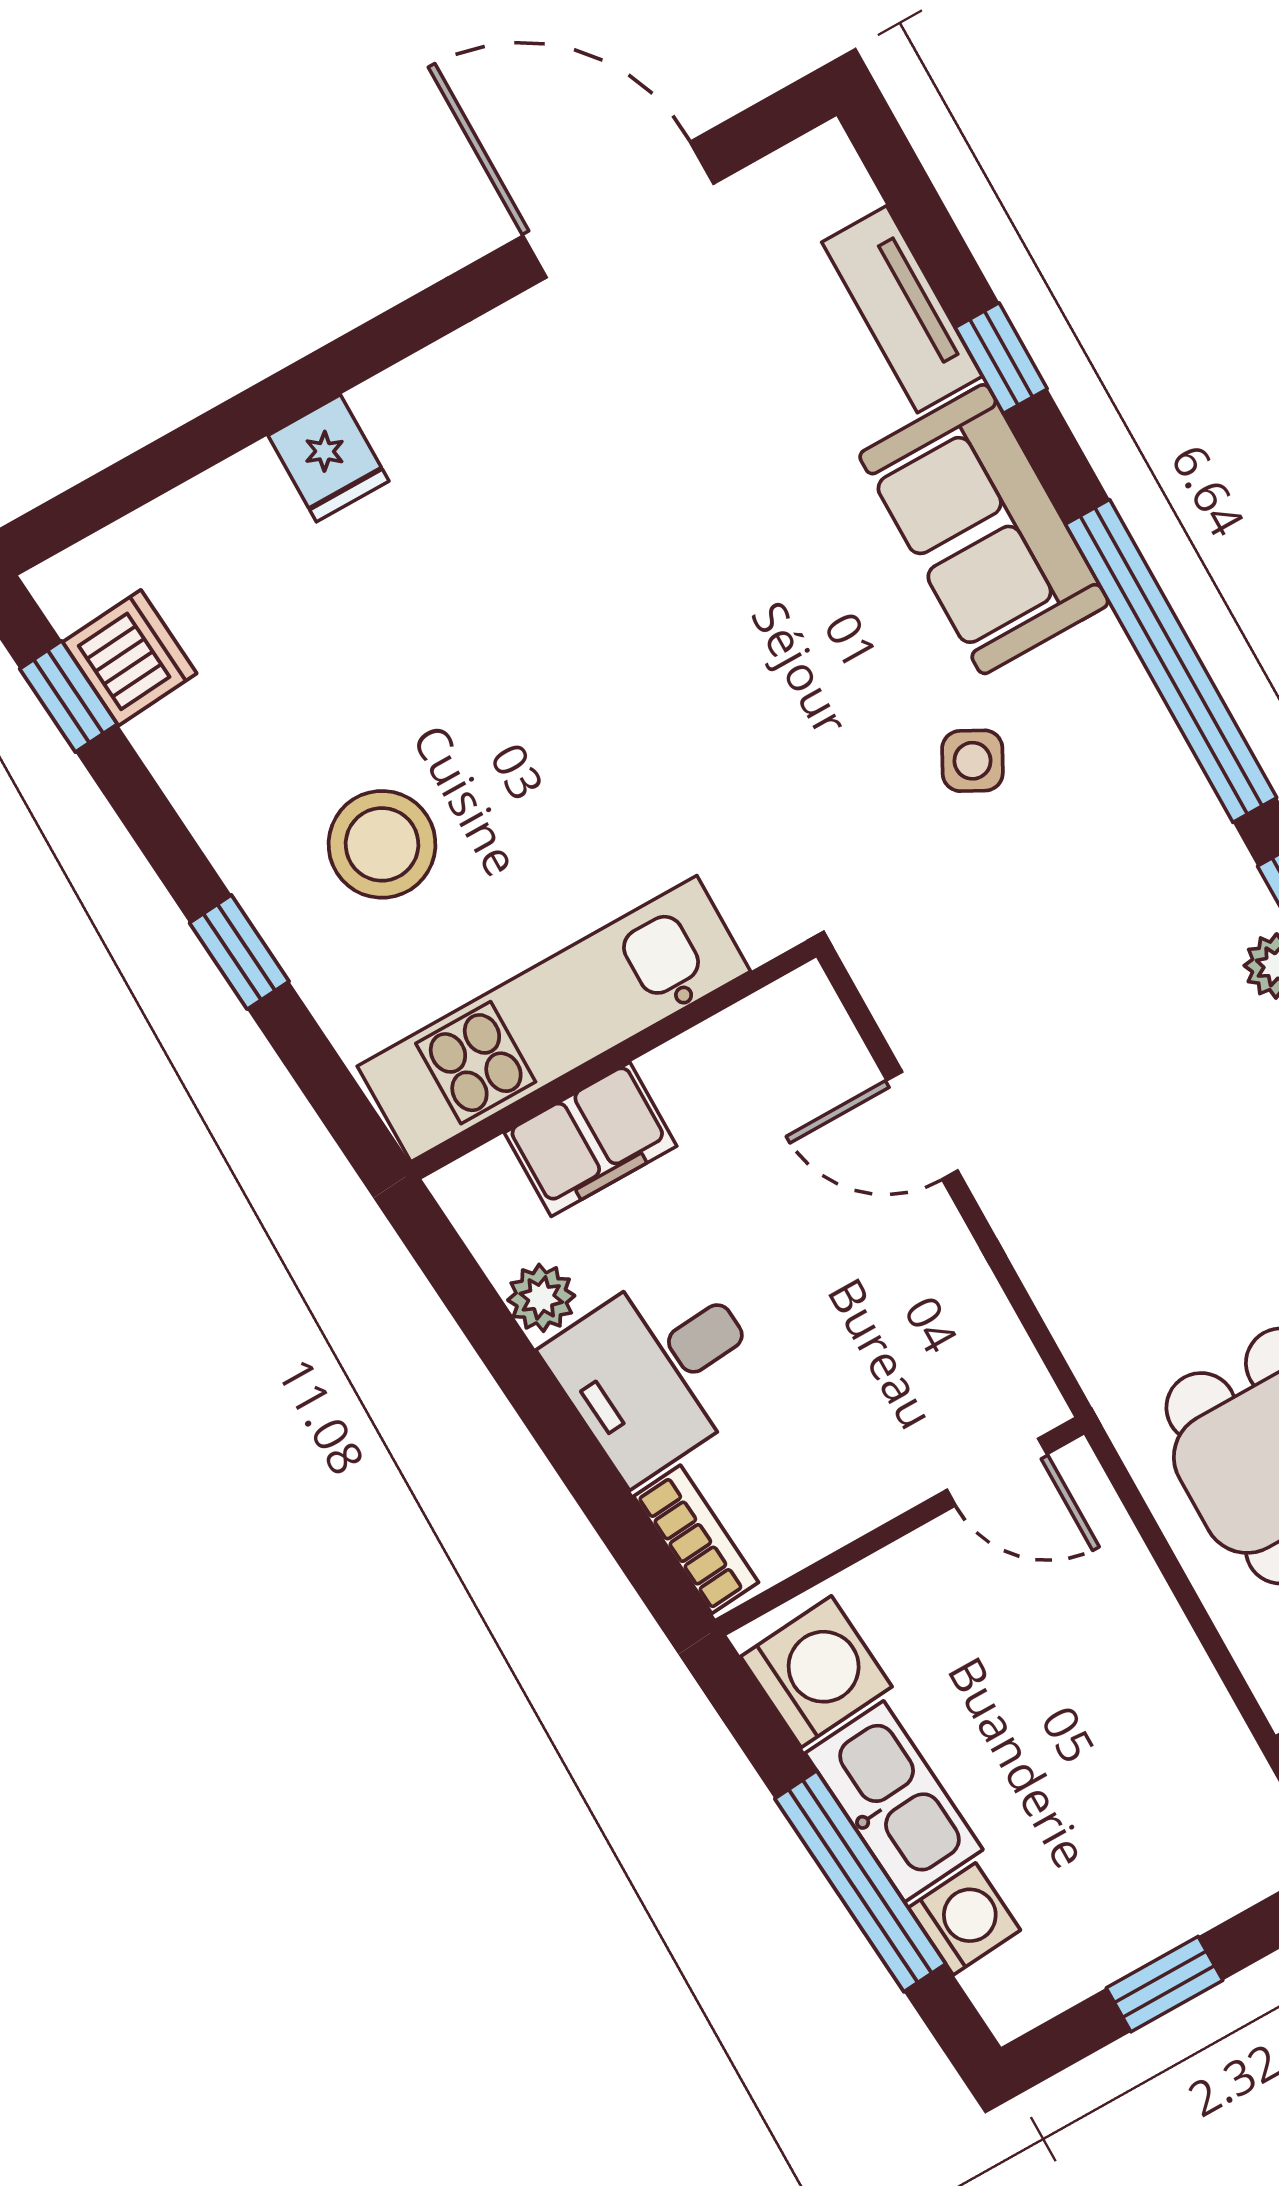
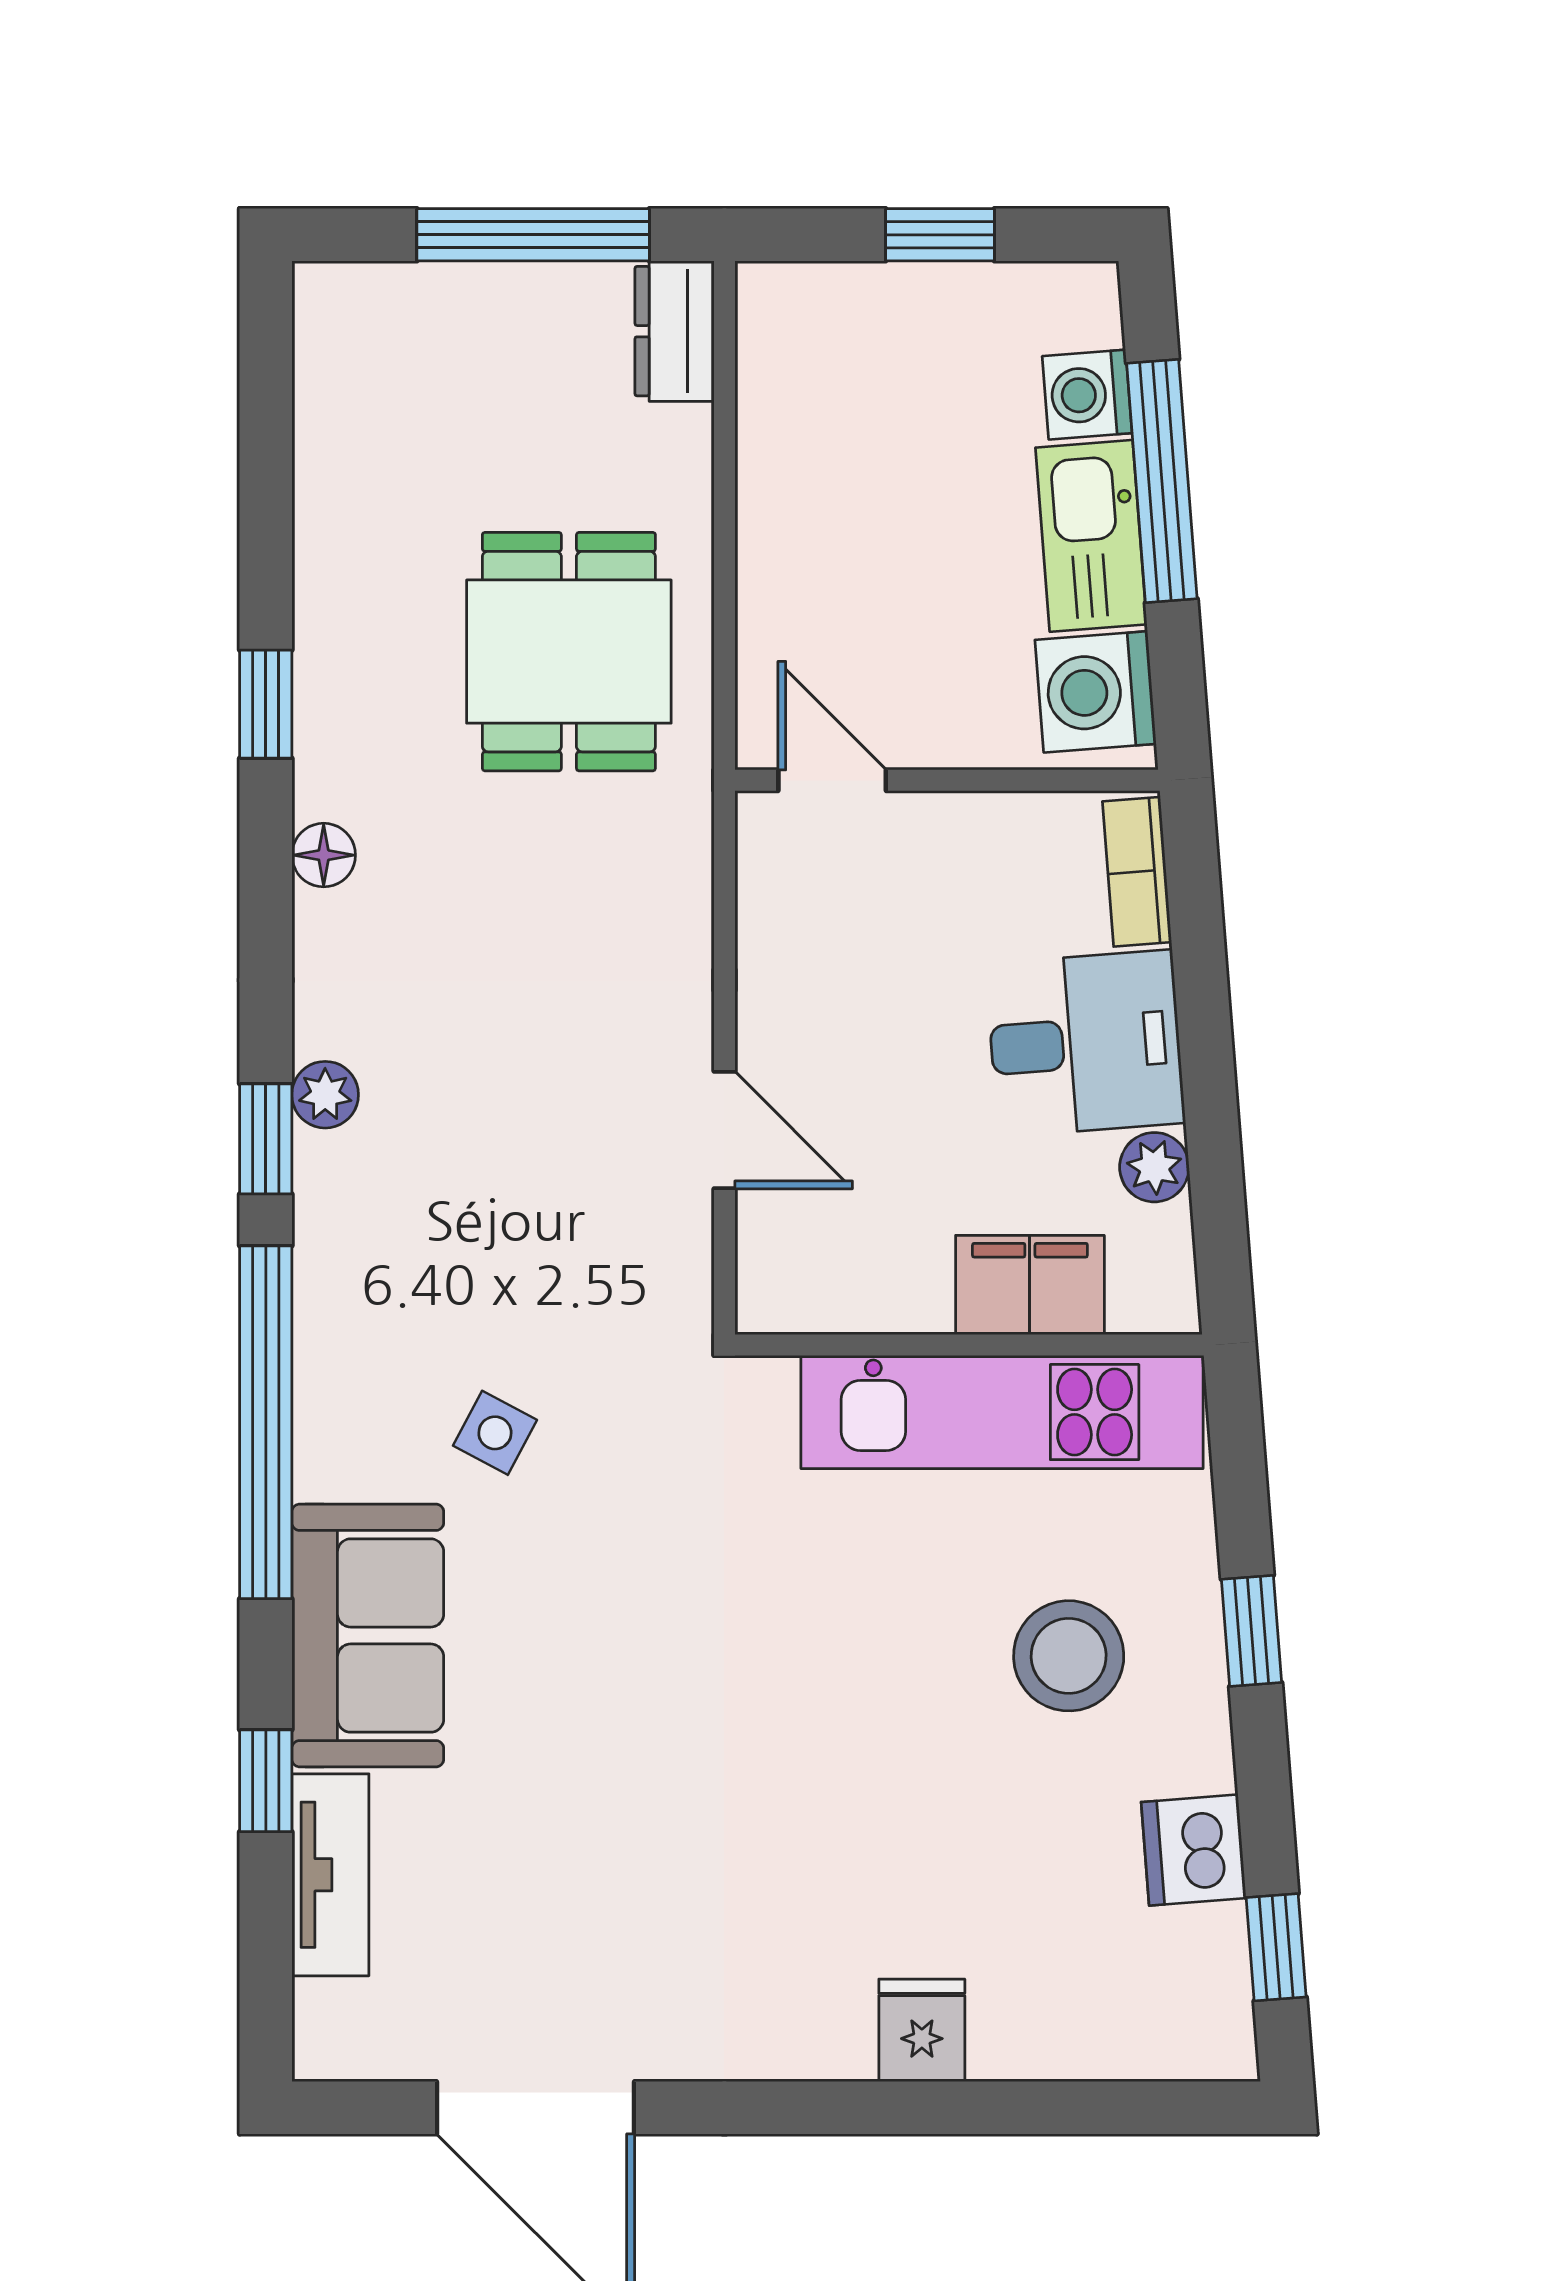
dishwasher: (130, 658) -> (1194, 1850), moved

